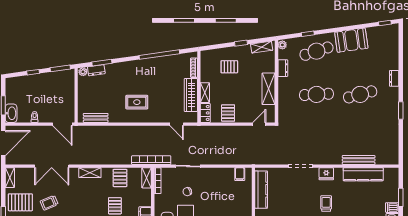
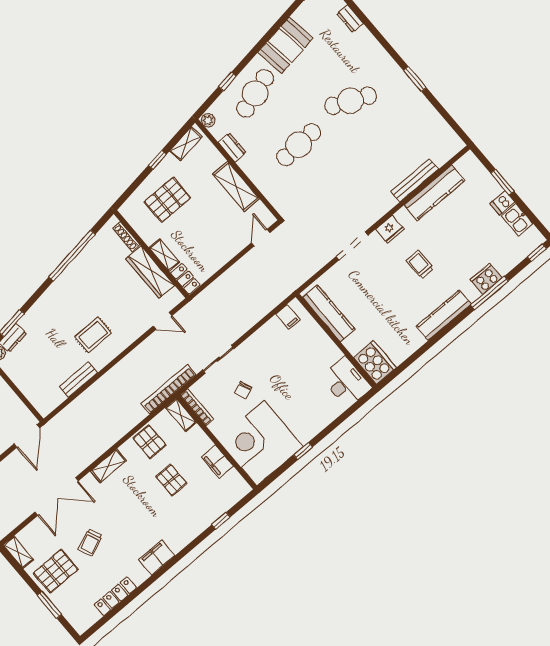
pallet: (229, 67) -> (167, 200), width x1.50, depth x1.42
dresser: (394, 78) -> (350, 19), moved
cafe table: (360, 94) -> (350, 101), turned 39
pallet: (228, 113) -> (212, 256), removed
bench: (96, 118) -> (78, 380), moved
door: (62, 124) -> (27, 436), hinge flipped

